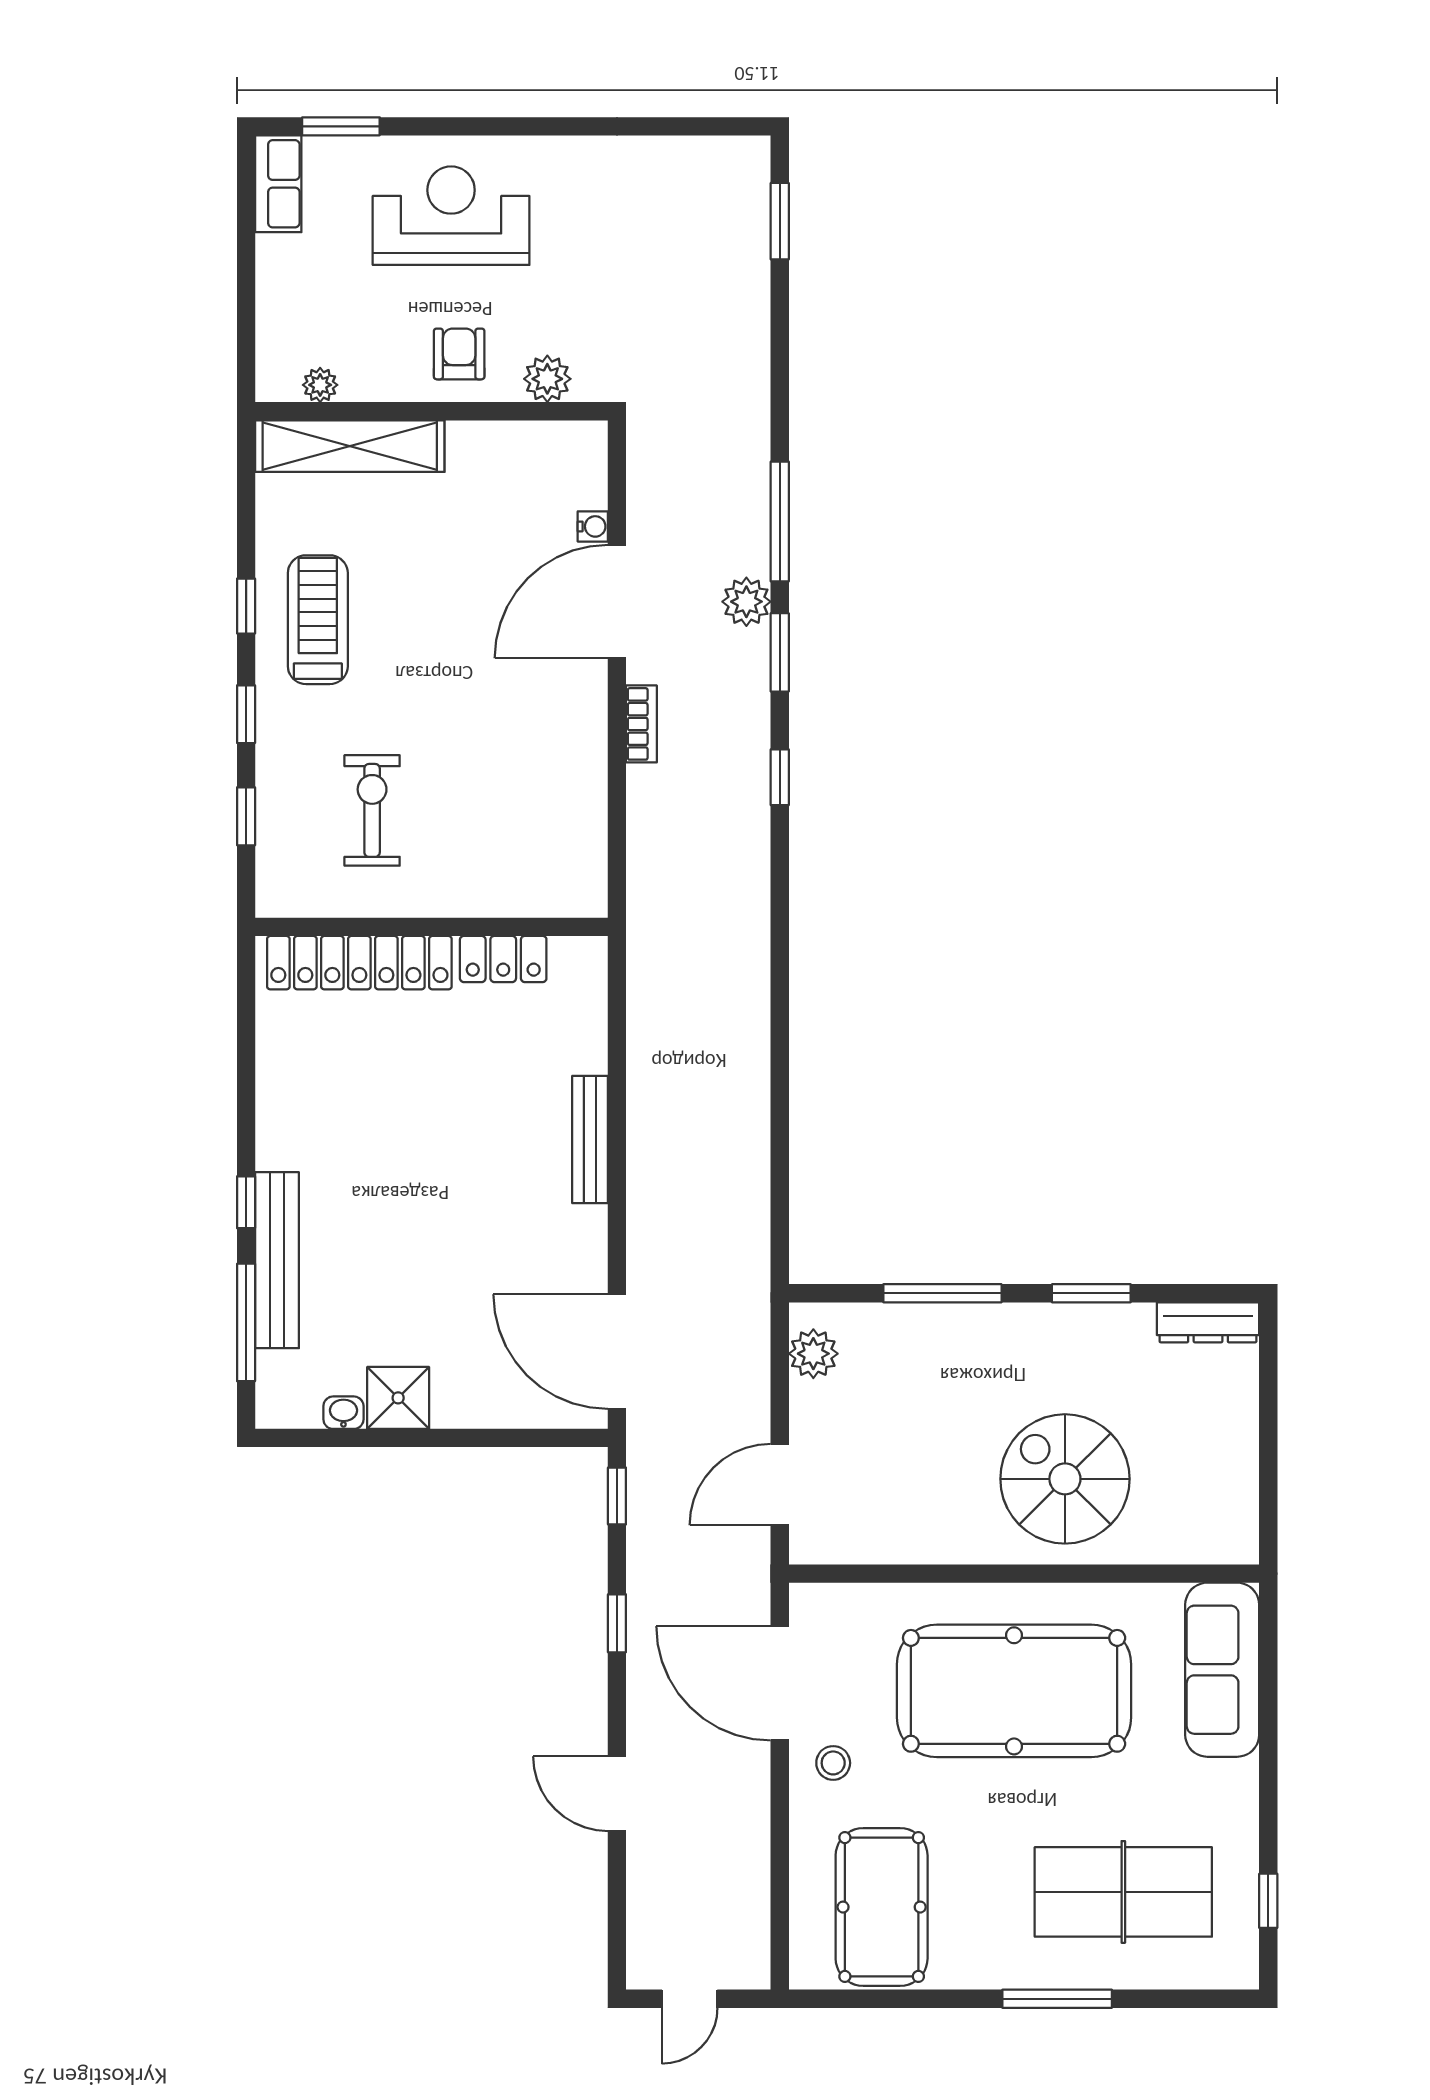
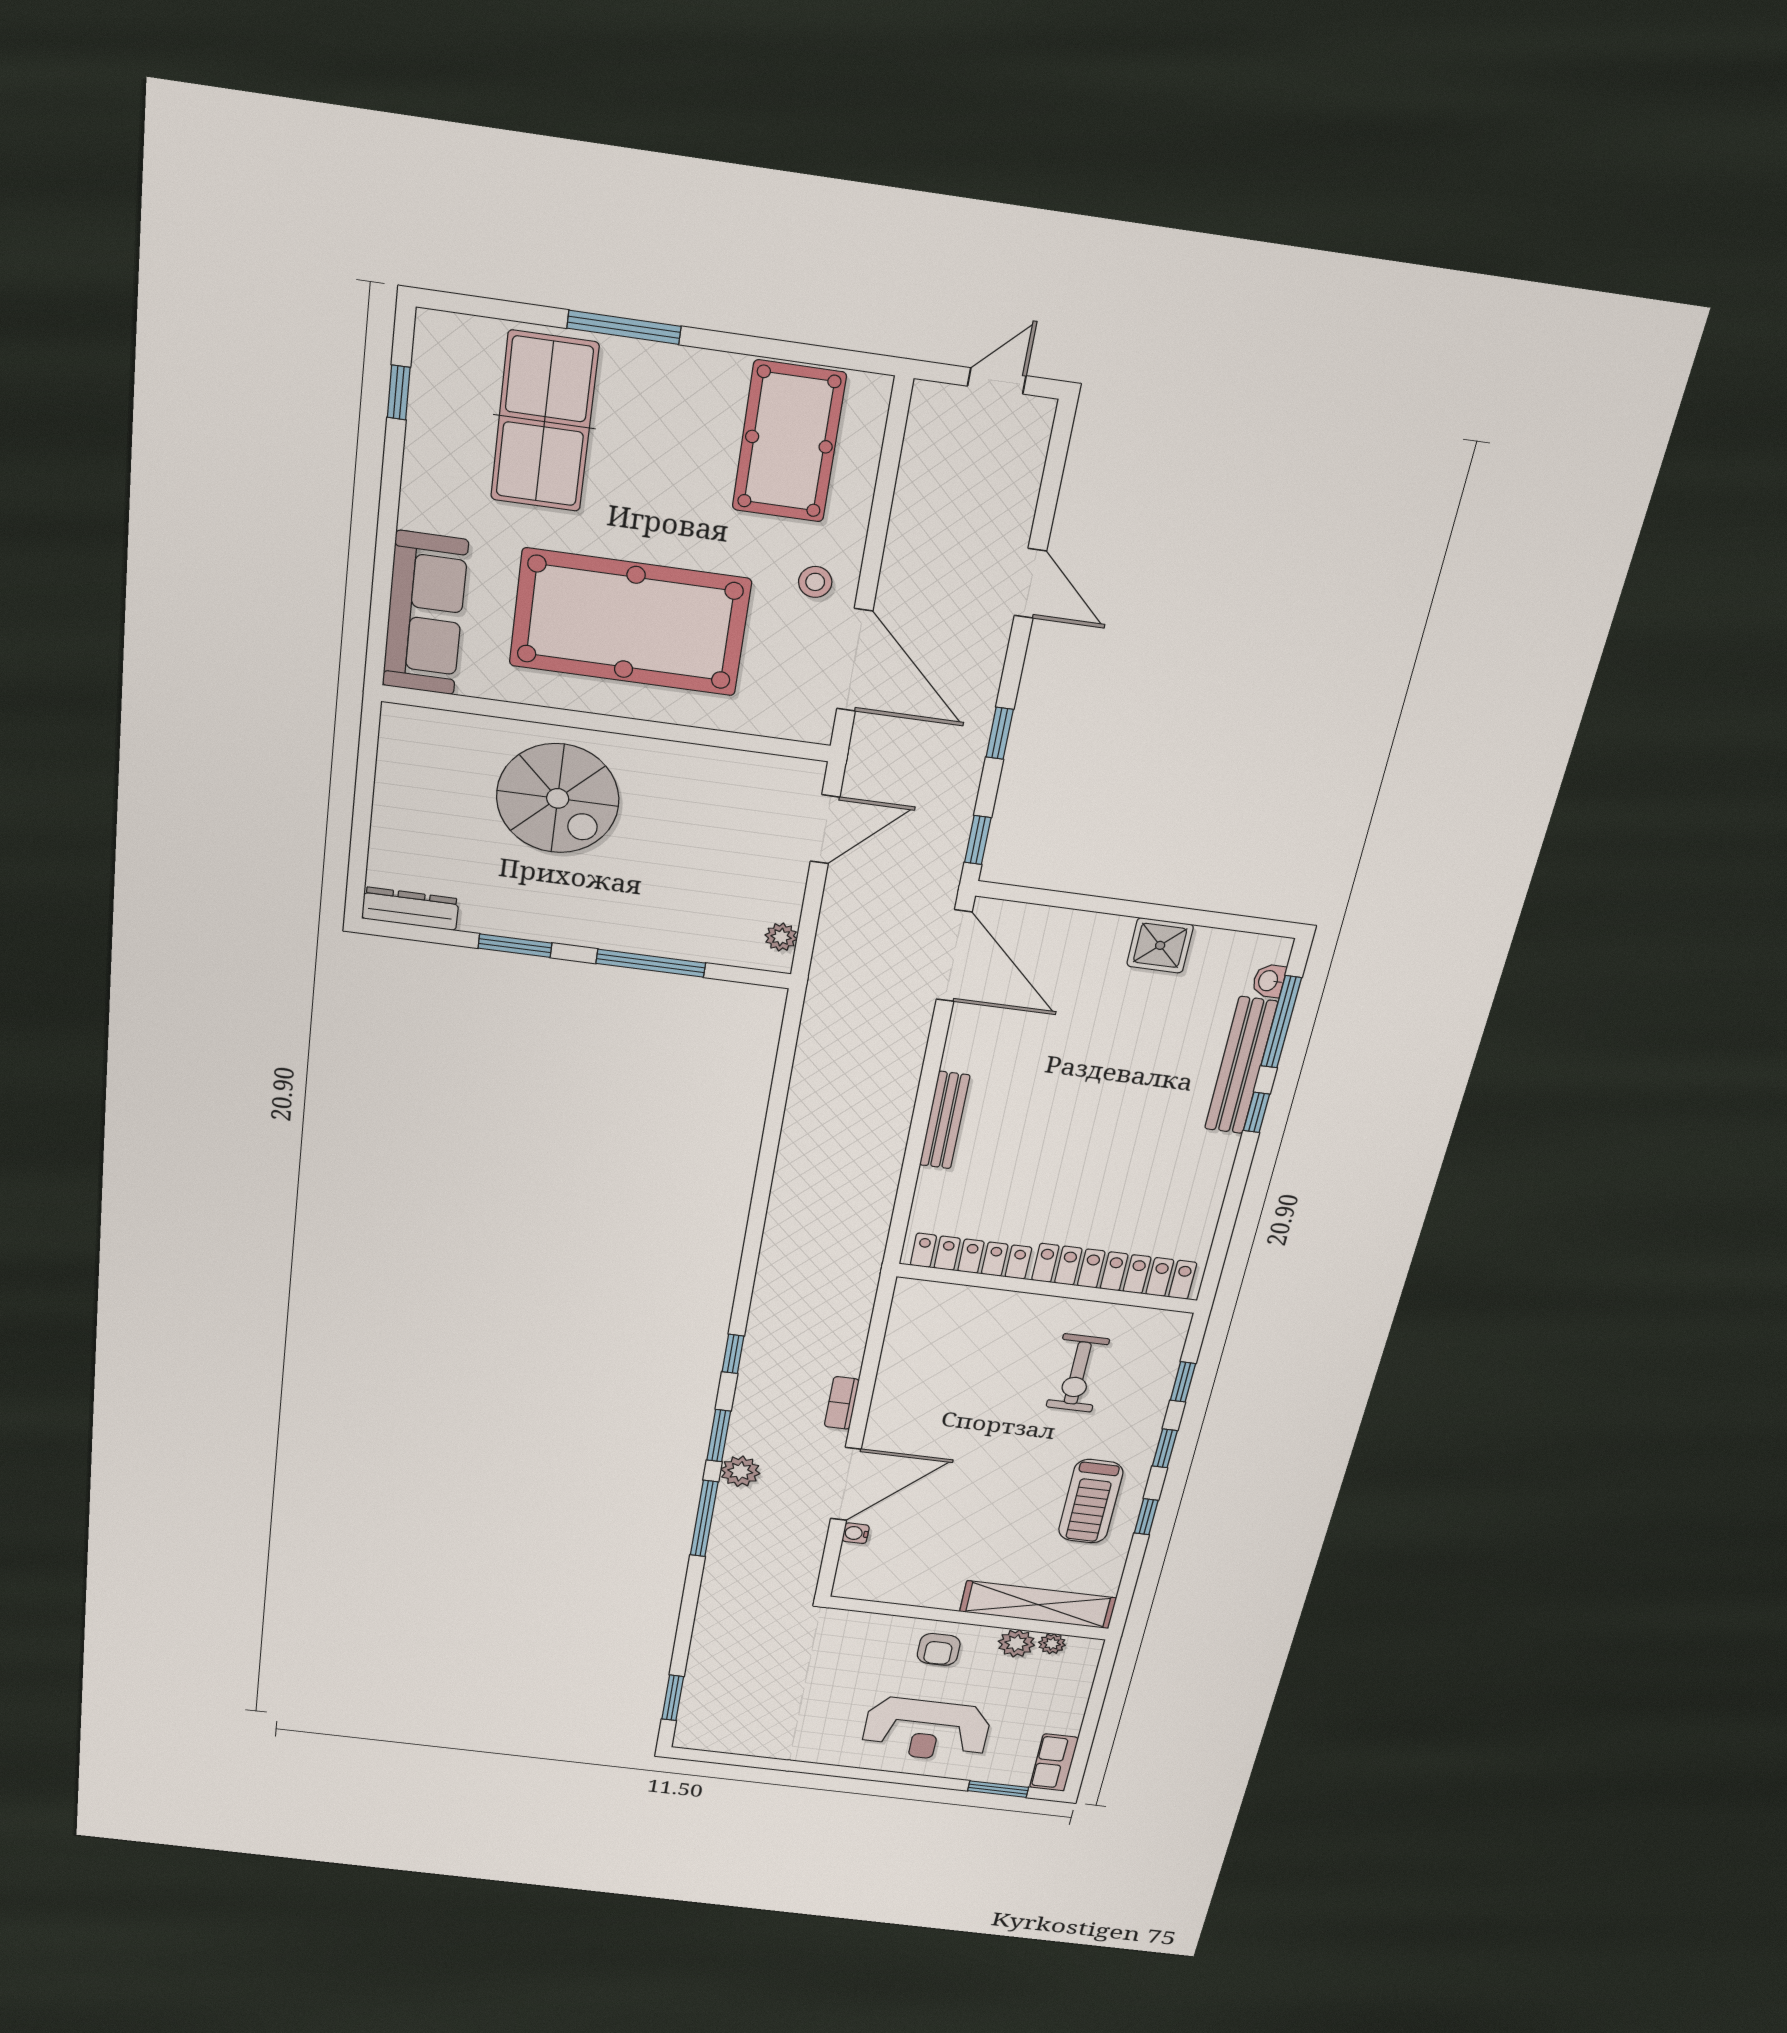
plant: (547, 379) -> (1016, 1643), moved
locker: (503, 959) -> (971, 1256), width x1.53
plant: (813, 1354) -> (781, 937), width x0.73, depth x0.73
washbasin: (343, 1413) -> (1269, 981), moved, turned 90
table tennis table: (1123, 1892) -> (544, 422), turned 90

